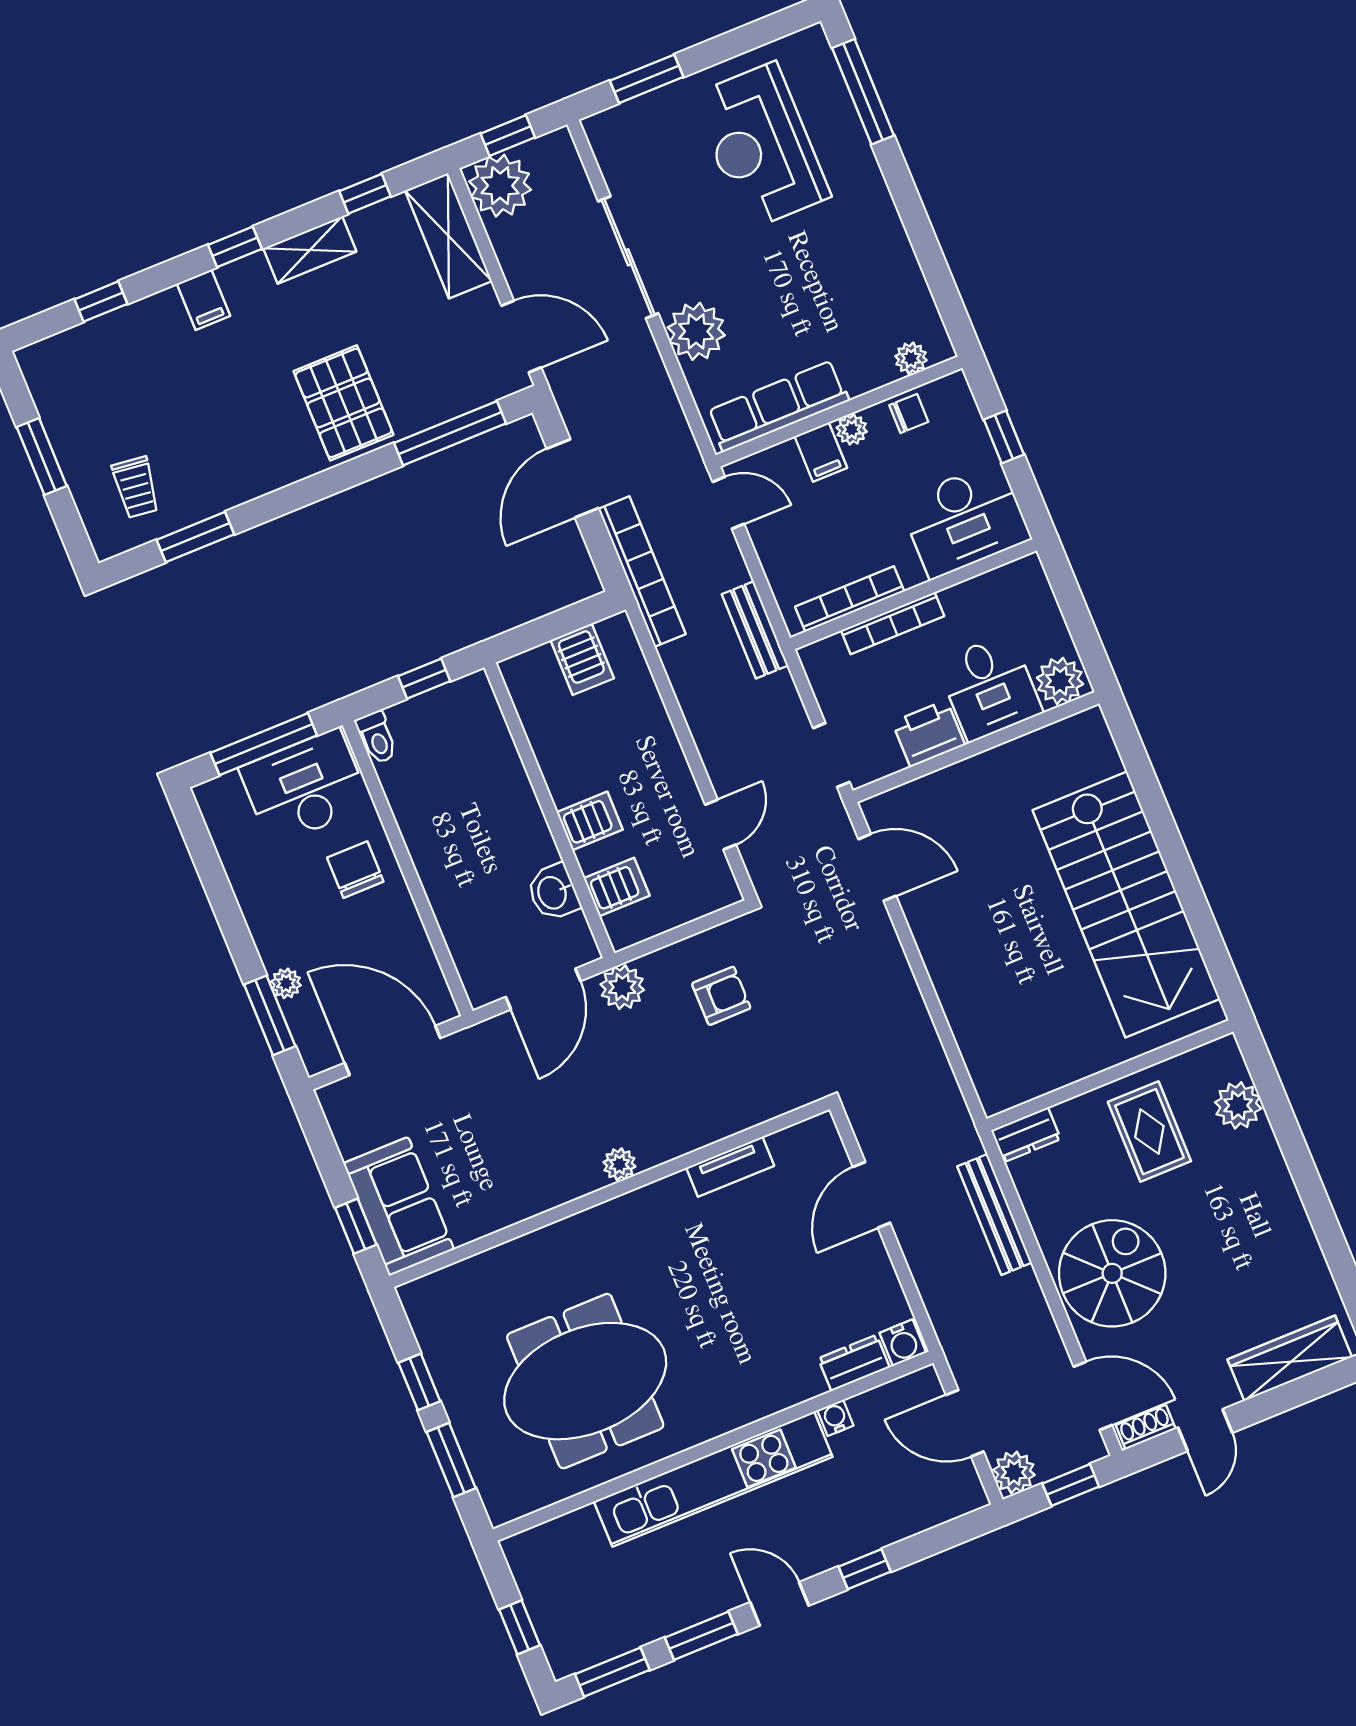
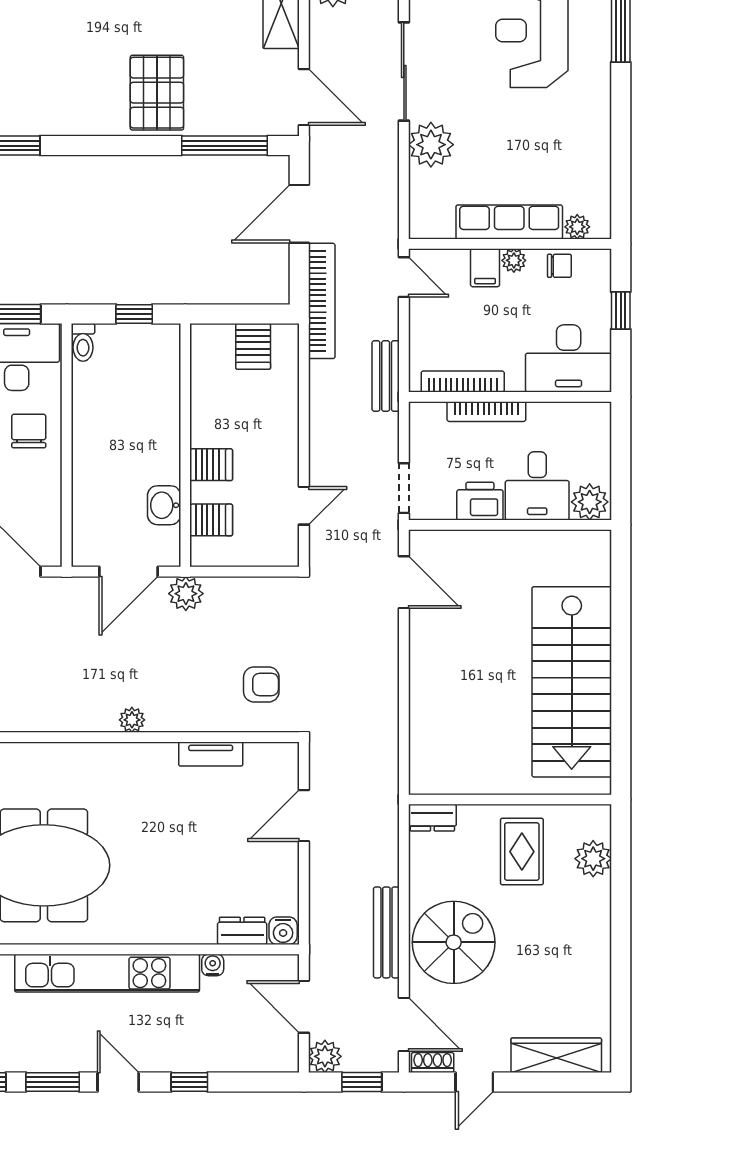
row of seats: (778, 406) -> (509, 222), moved
armchair: (721, 996) -> (261, 684), moved
bench: (994, 1215) -> (386, 932), moved

